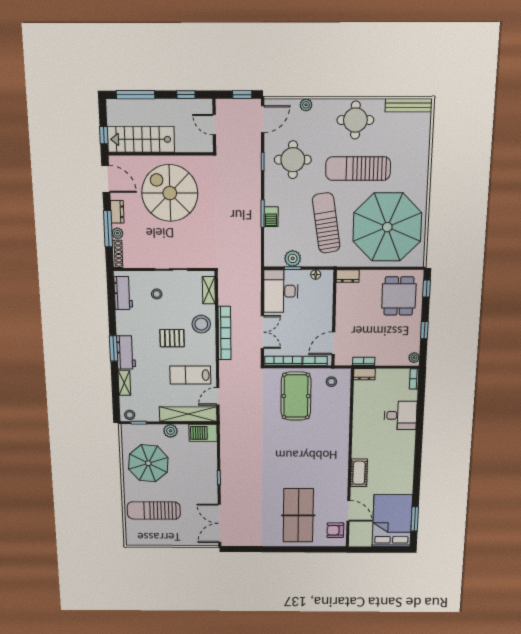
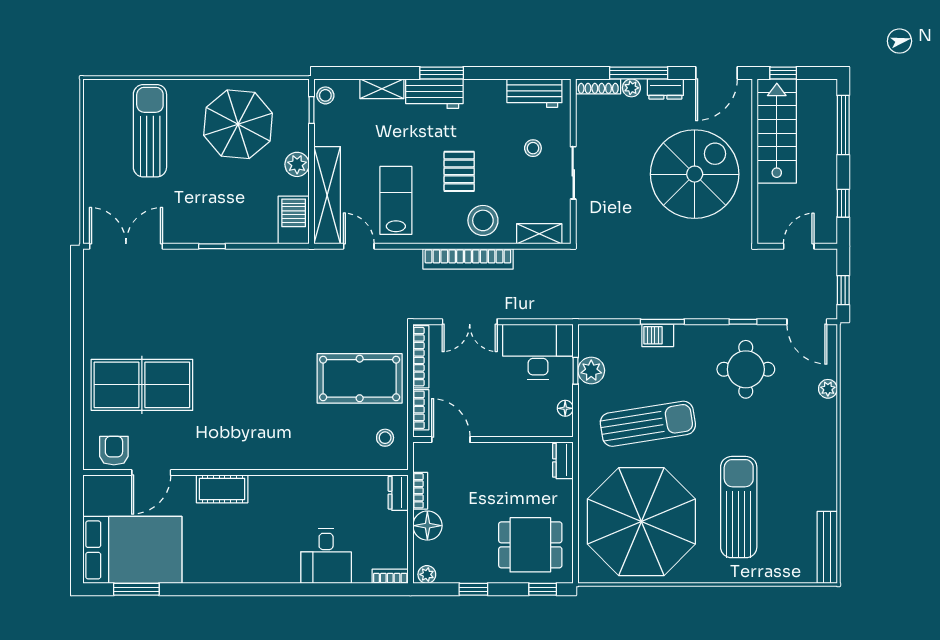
round table: (355, 120) -> (805, 466), removed
sun lounger: (358, 169) -> (739, 507), moved
floor lamp: (385, 357) -> (427, 526), added

